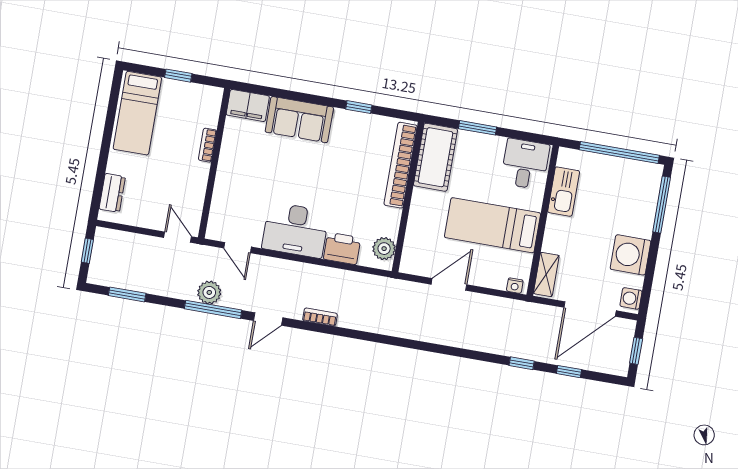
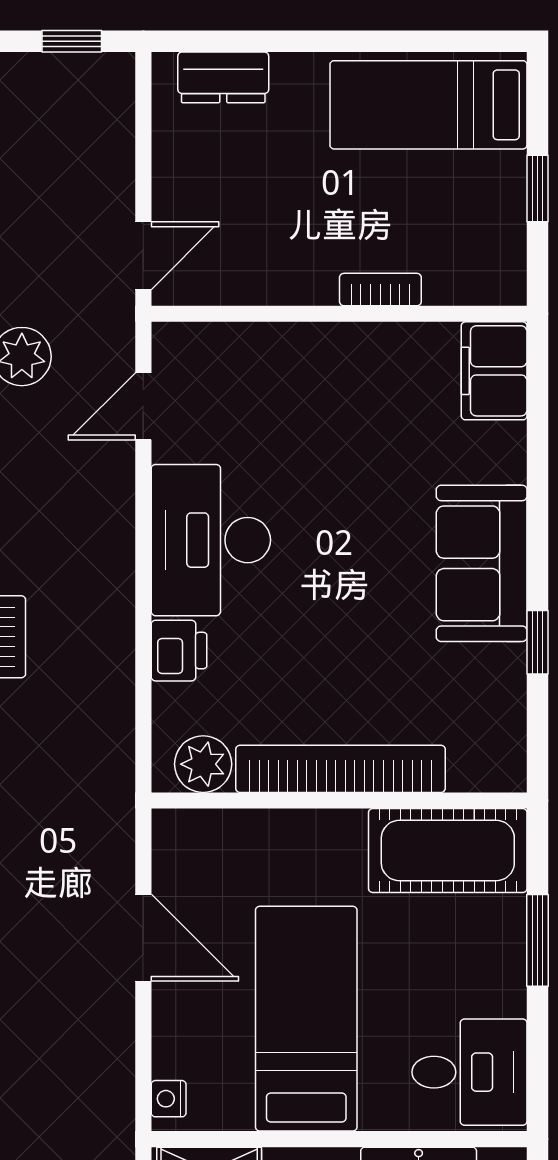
sofa: (299, 120) -> (482, 563), moved
bookcase: (401, 165) -> (340, 769), moved
printer: (342, 248) -> (179, 651), width x0.73, depth x0.81

